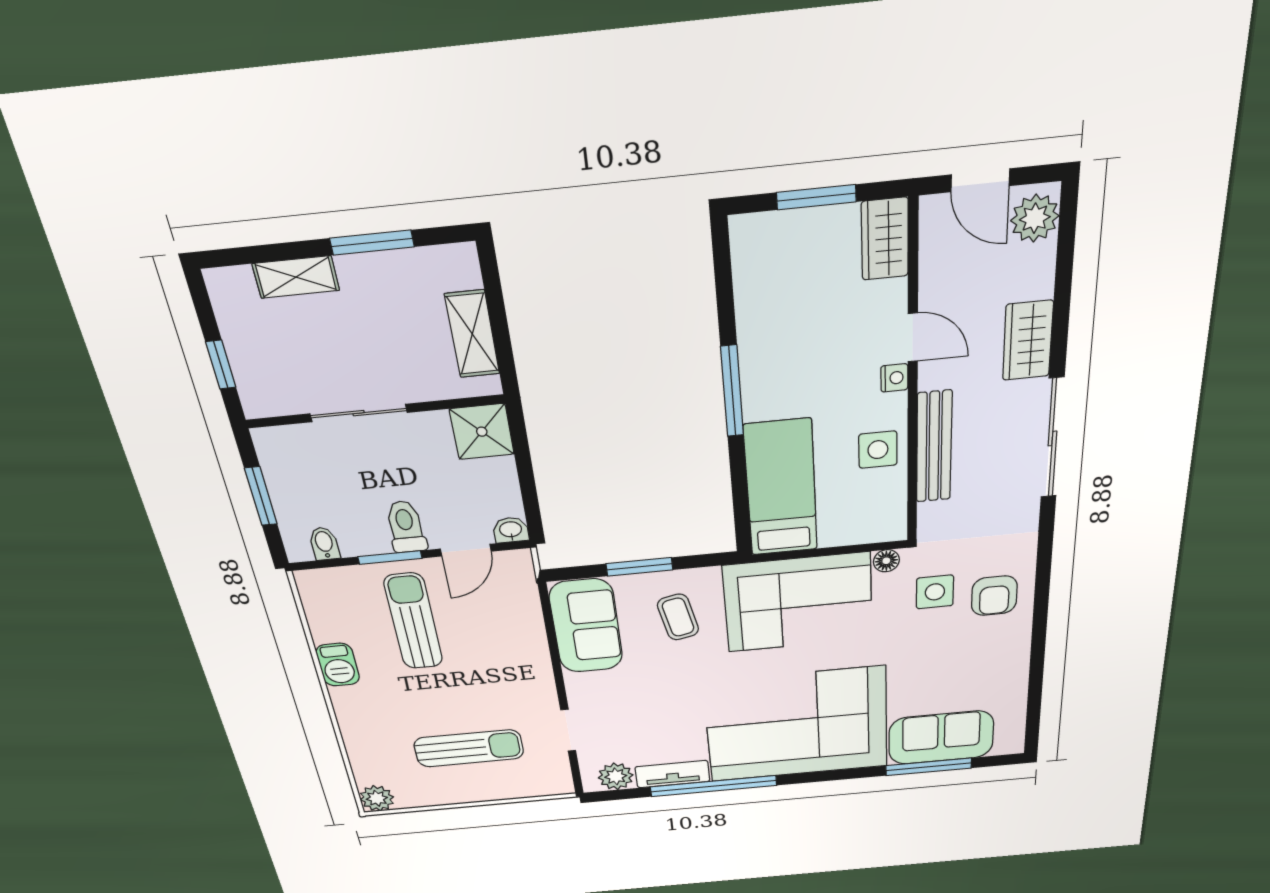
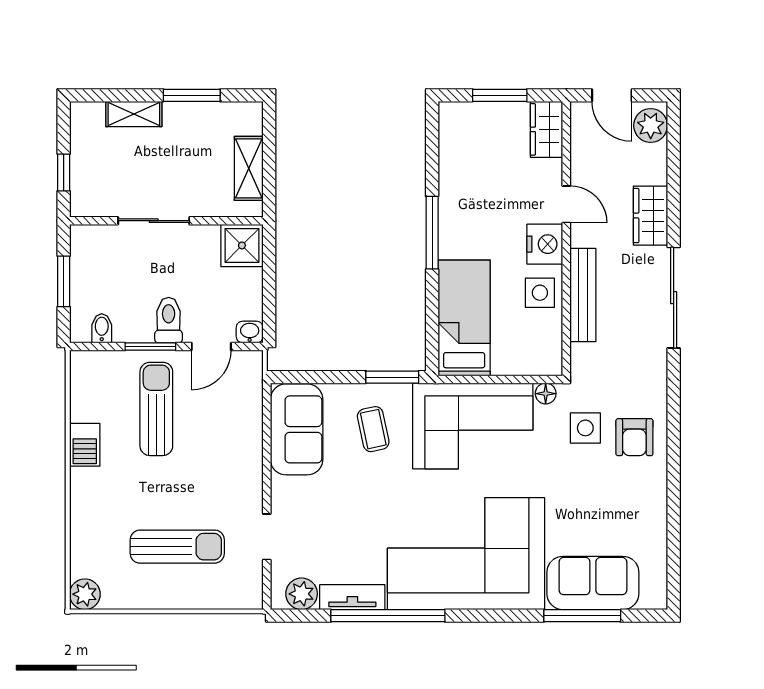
nightstand: (894, 378) -> (545, 244), width x1.89, depth x1.79
window: (639, 567) -> (392, 377), moved

